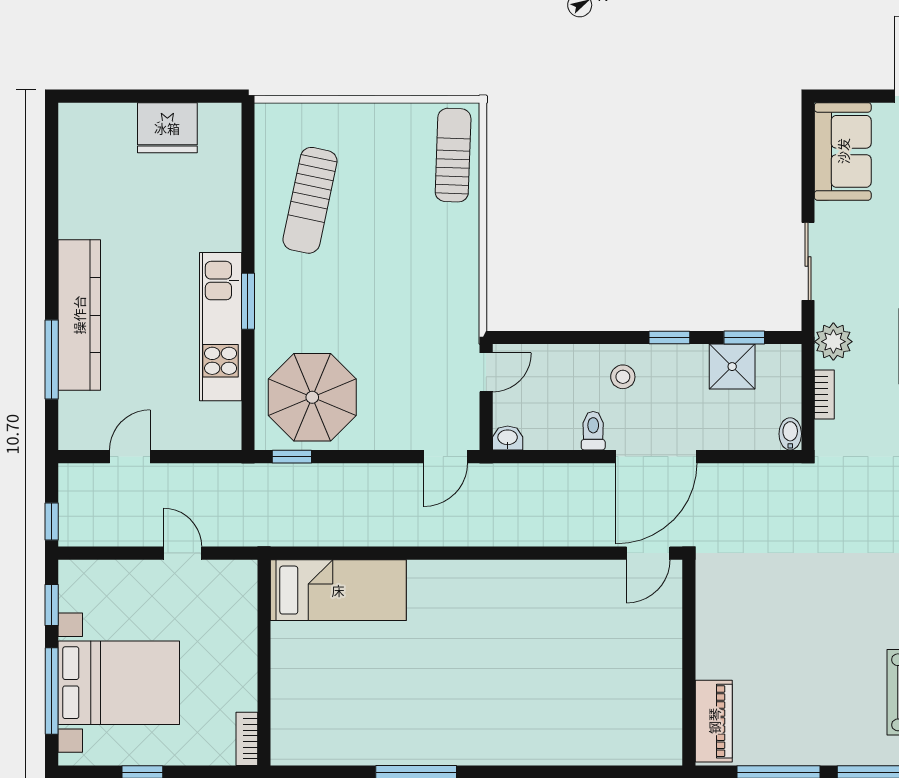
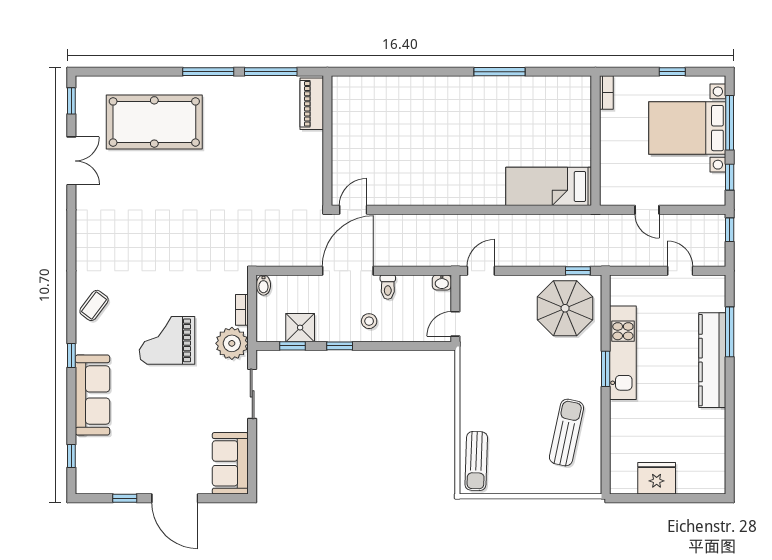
plant: (833, 342) -> (232, 343), width x1.36, depth x1.36
door: (130, 457) -> (680, 271), swing flipped

